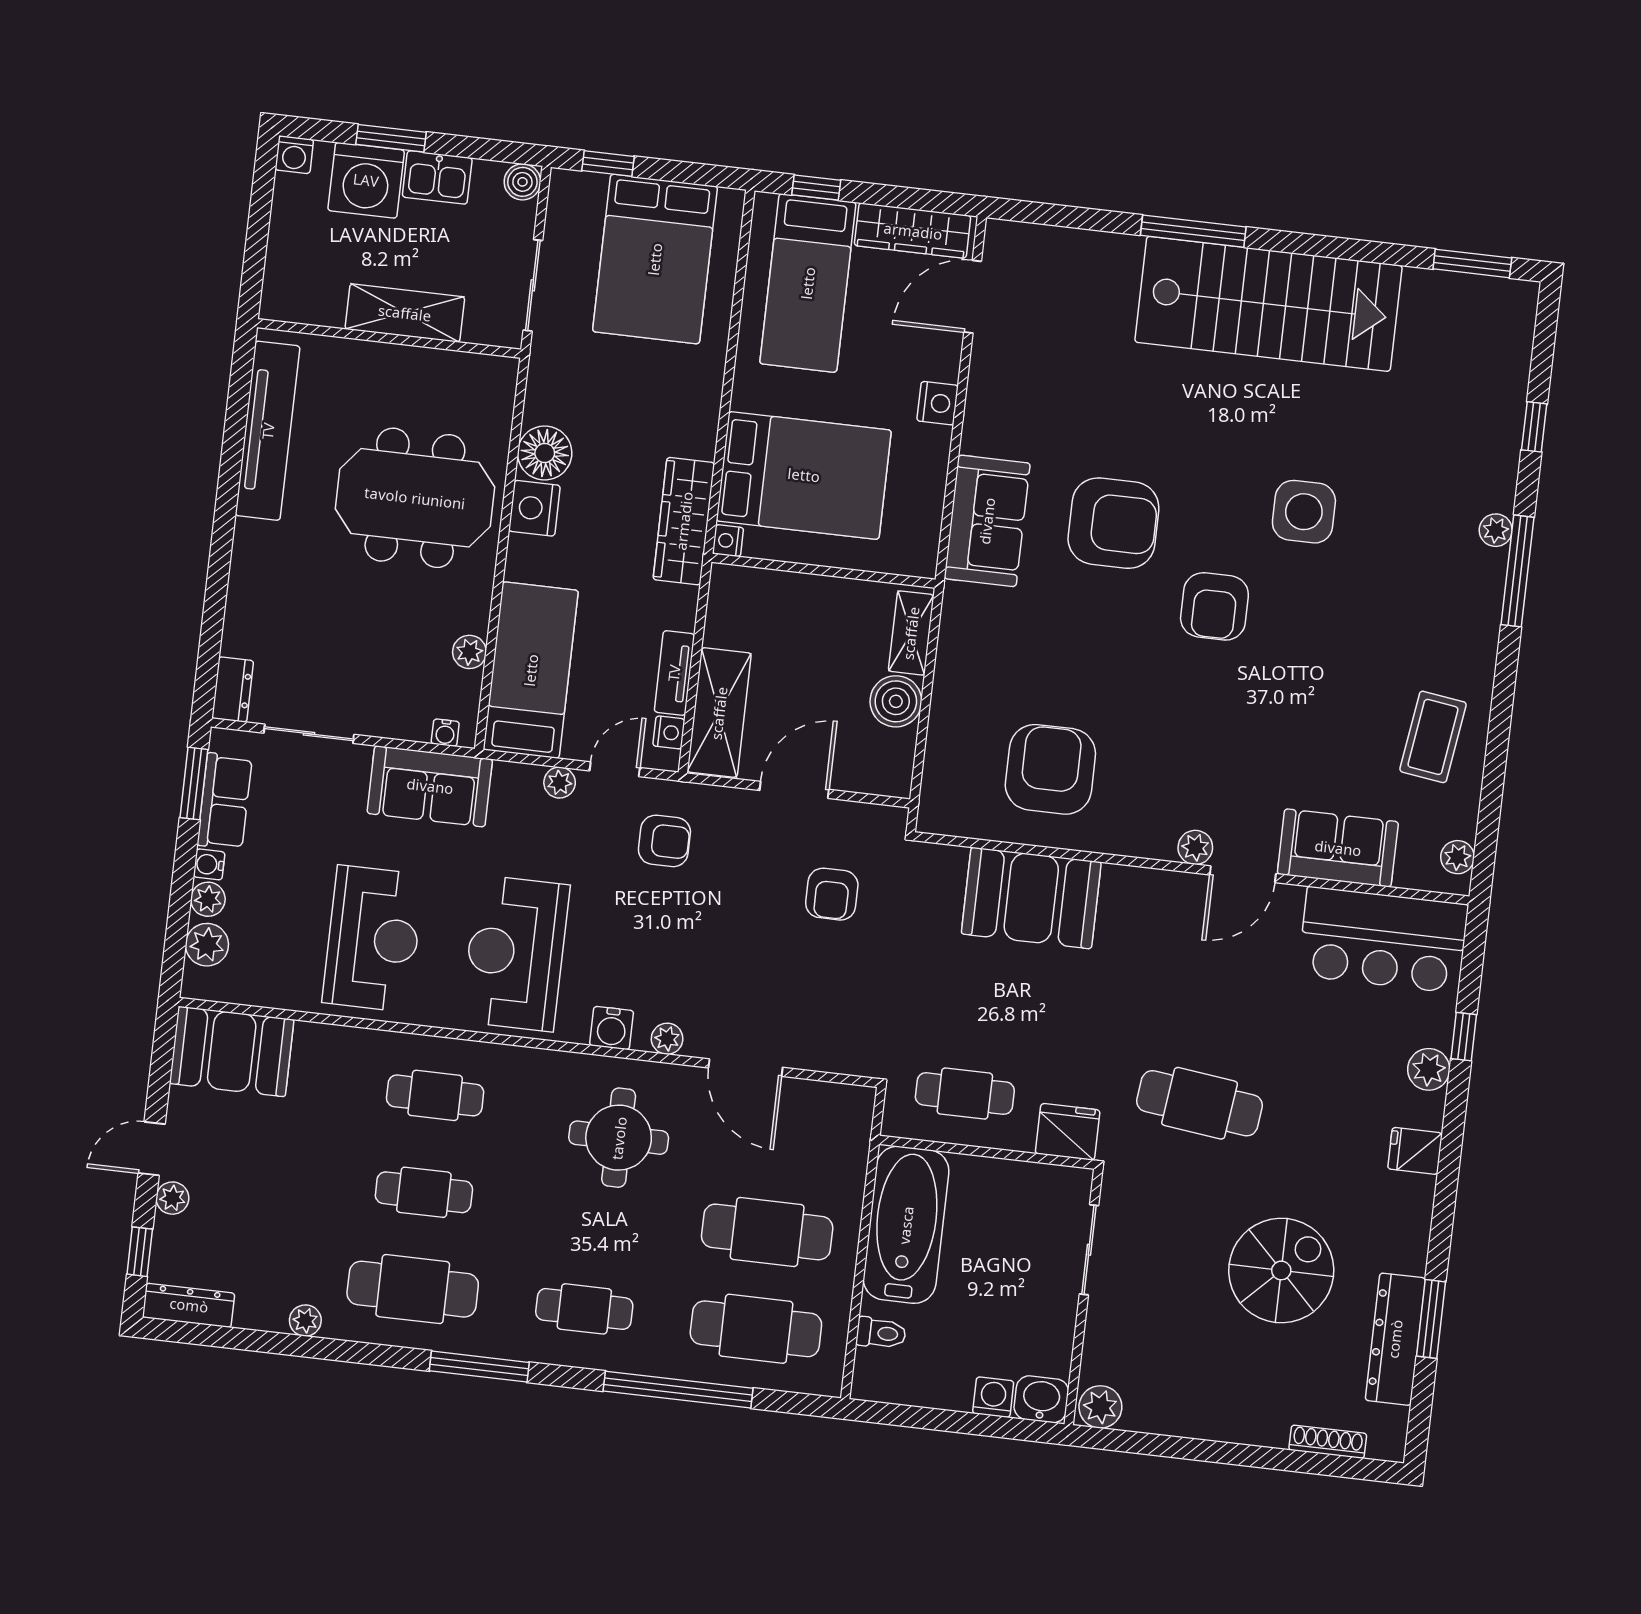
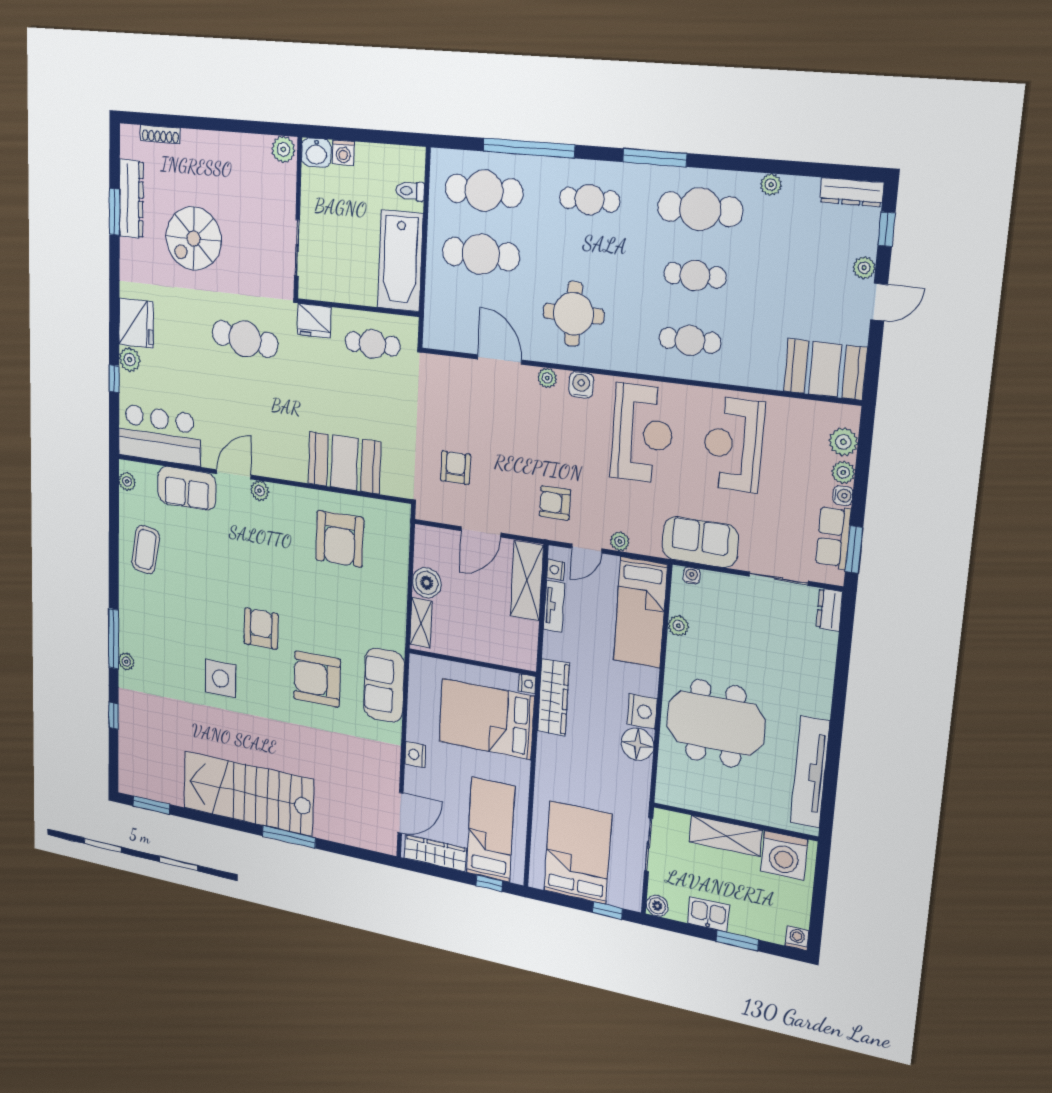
washing machine: (366, 180) -> (784, 855), moved, turned 180
fridge: (1415, 1151) -> (136, 323), width x1.88, depth x1.34

